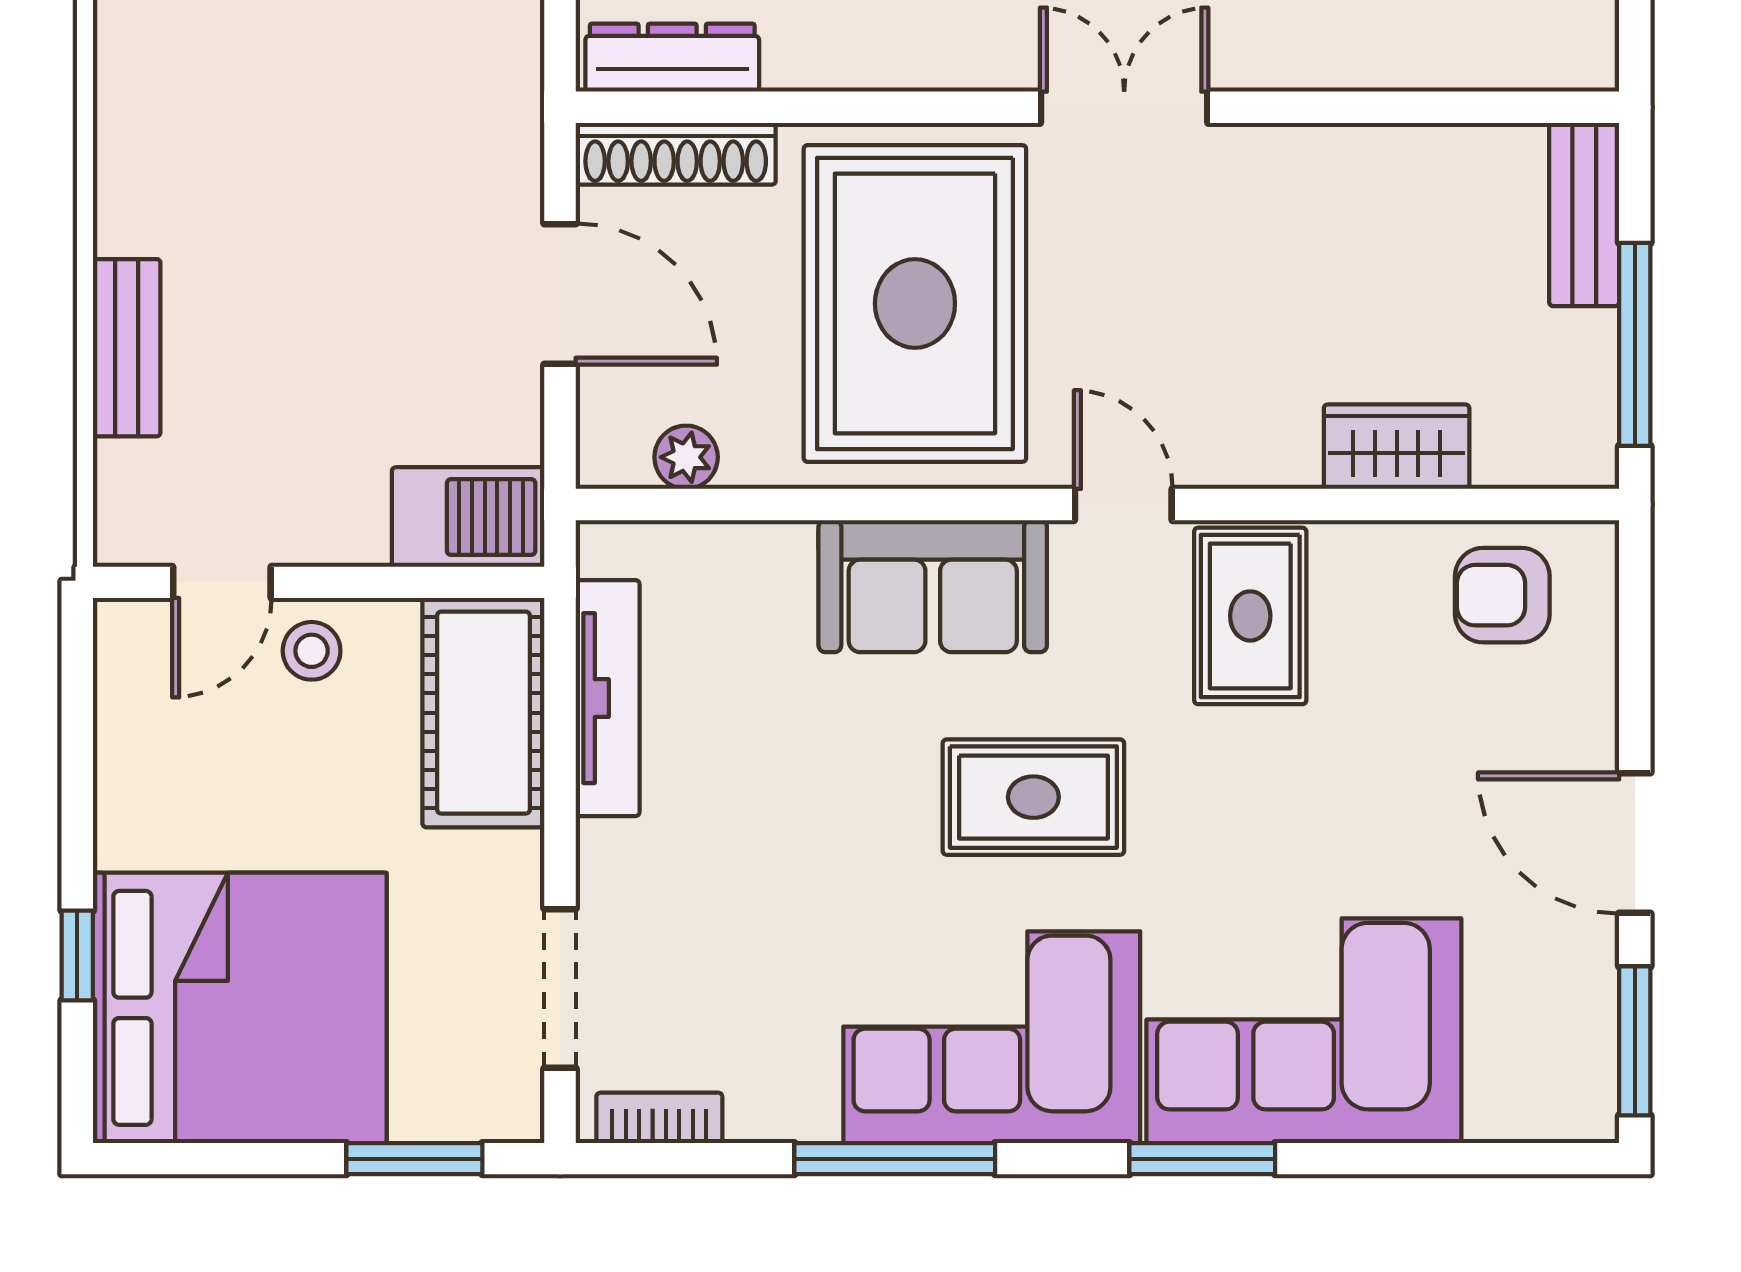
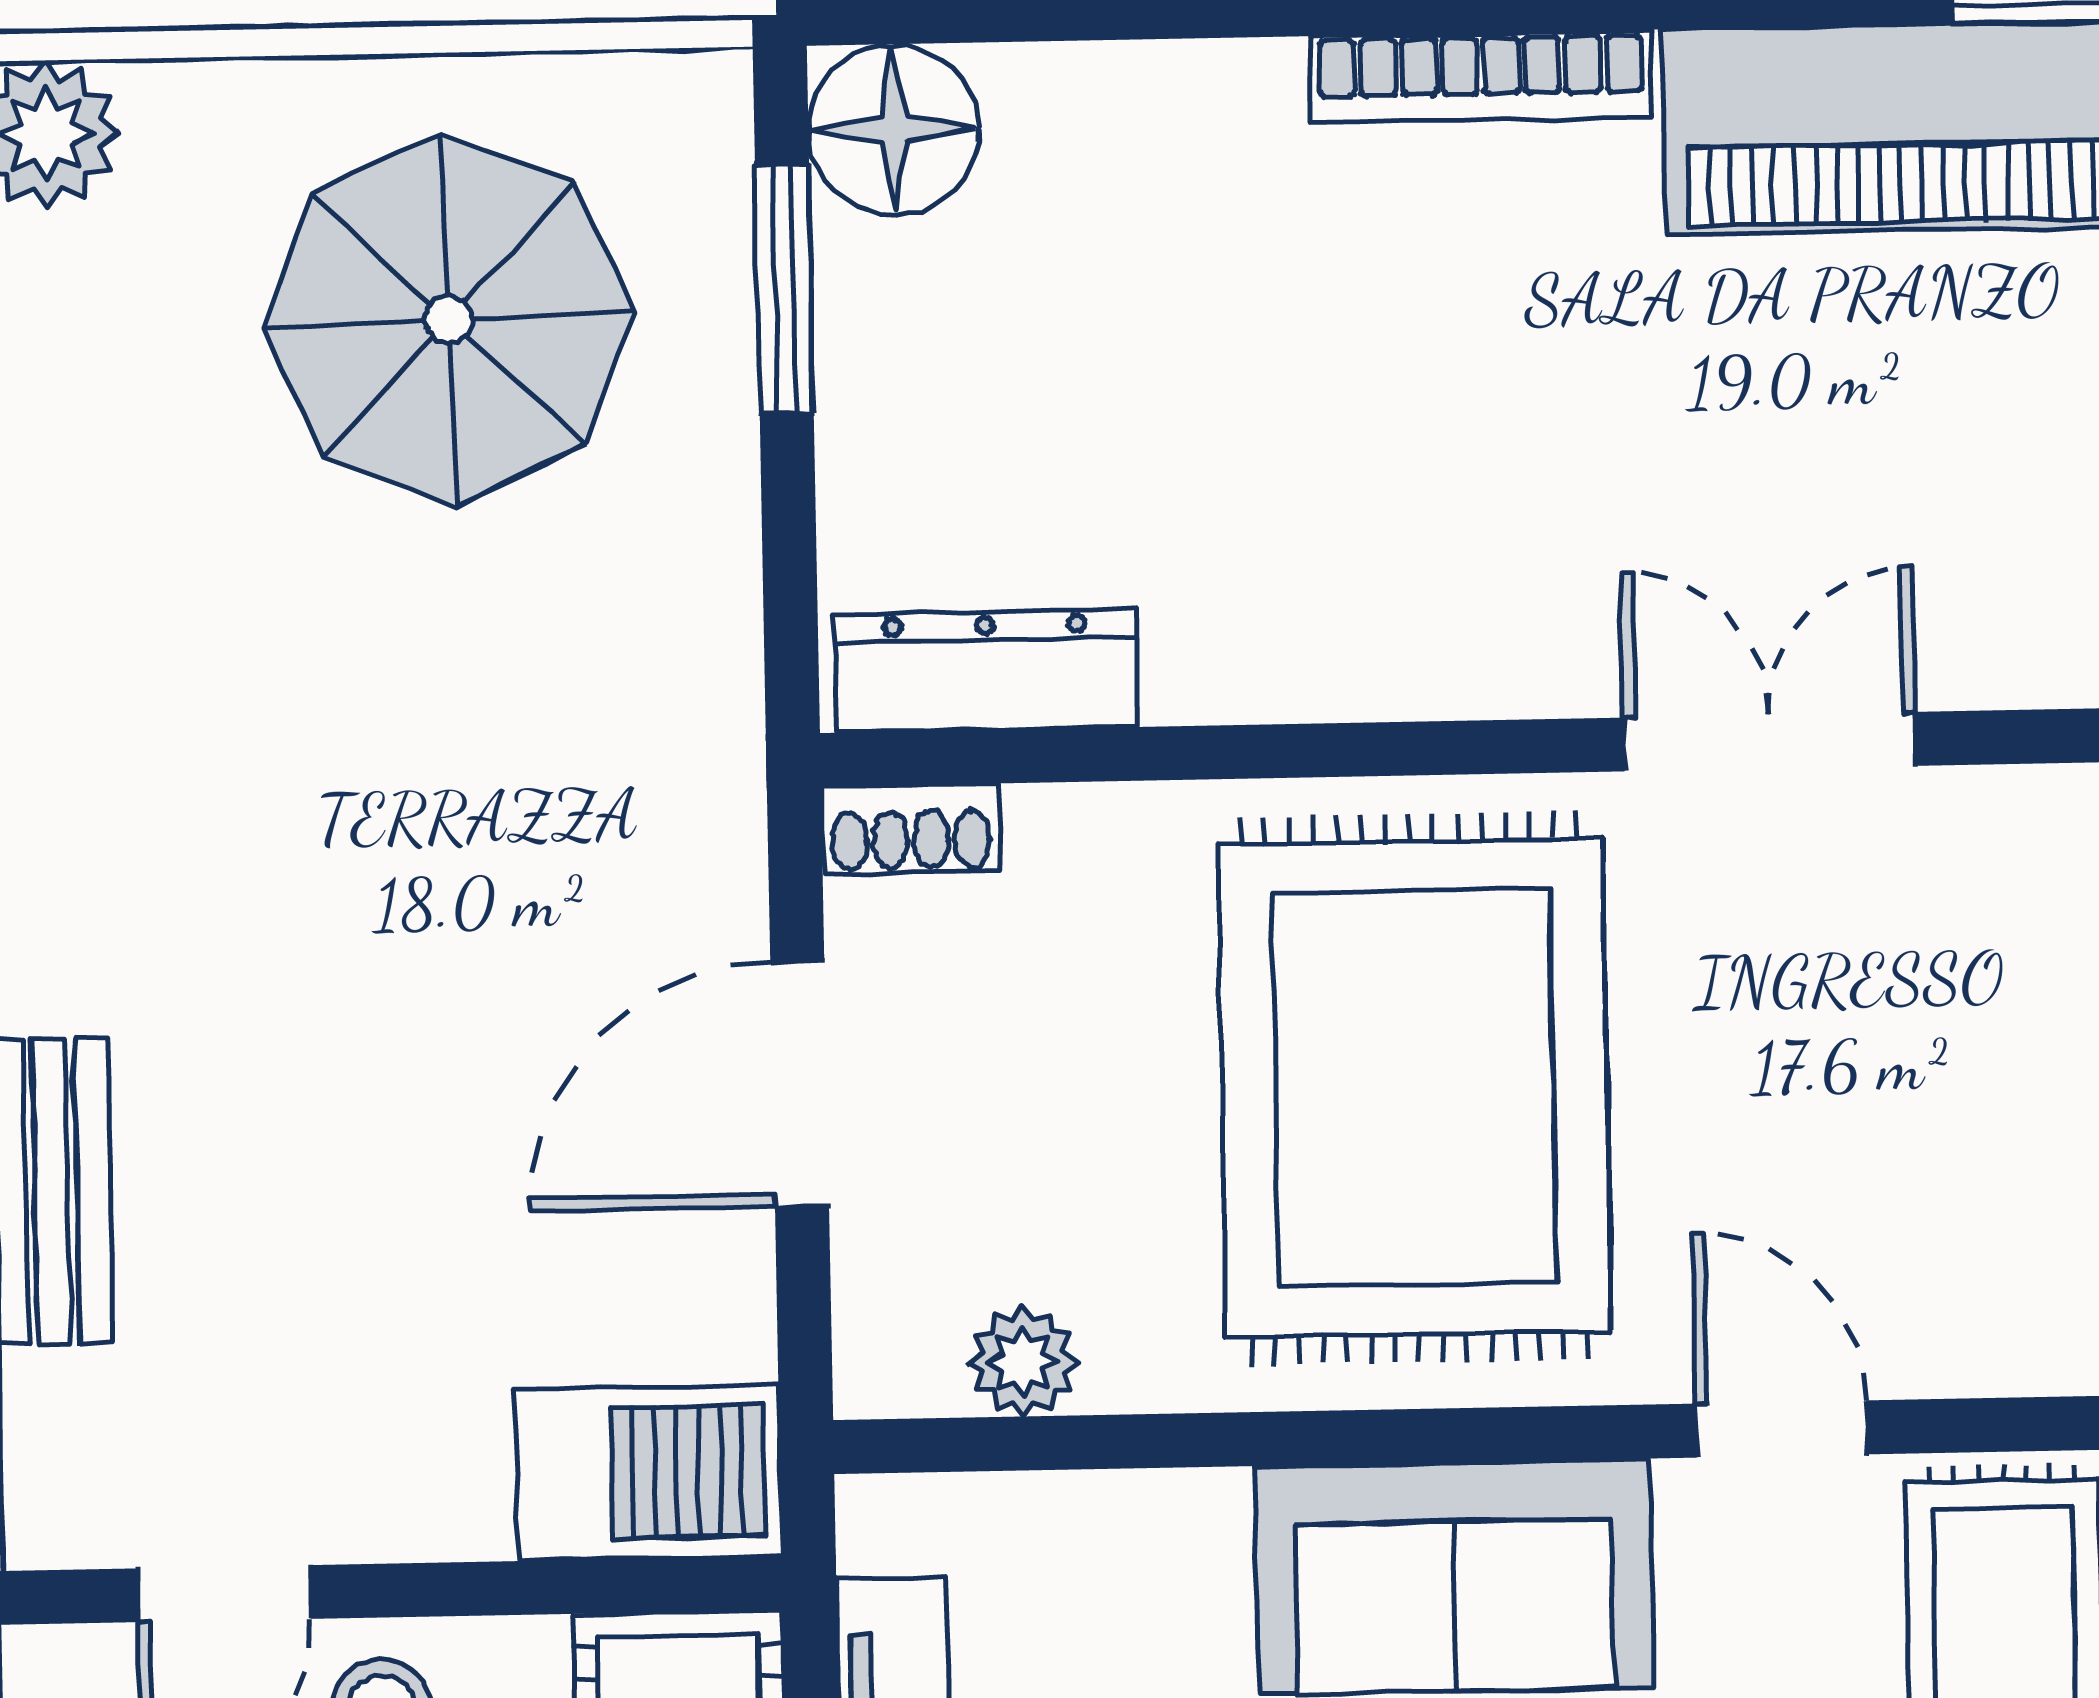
shoe rack: (676, 154) -> (911, 828), width x0.51, depth x0.81
door: (560, 294) -> (800, 1083), swing flipped

